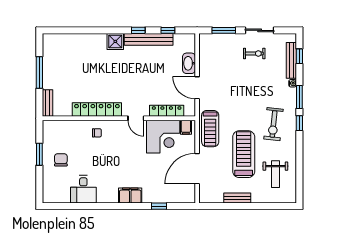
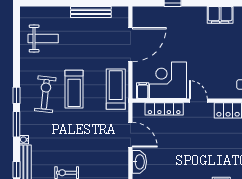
treadmill: (244, 154) -> (74, 89), moved, width x0.73, depth x0.73
weight bench: (275, 174) -> (43, 38), turned 90
filing cabinet: (130, 195) -> (220, 15), moved
bench: (237, 198) -> (91, 12), width x1.36

